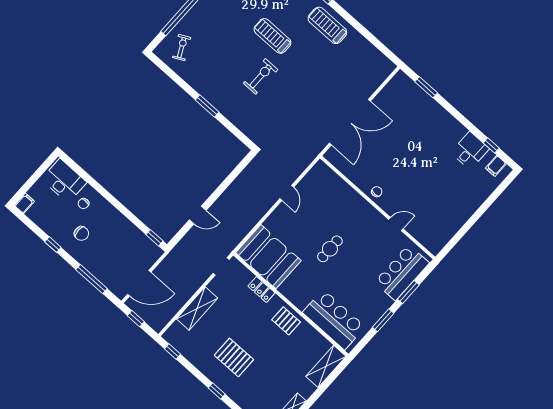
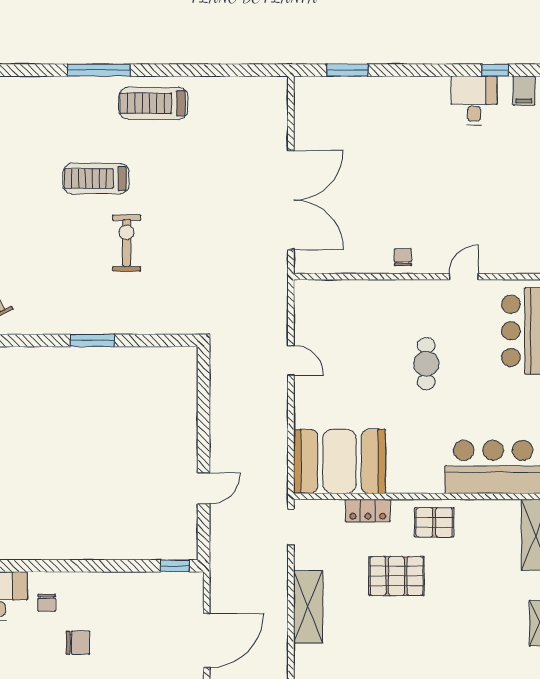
cafe table: (330, 249) -> (426, 364), moved
pallet: (234, 357) -> (396, 576), moved

